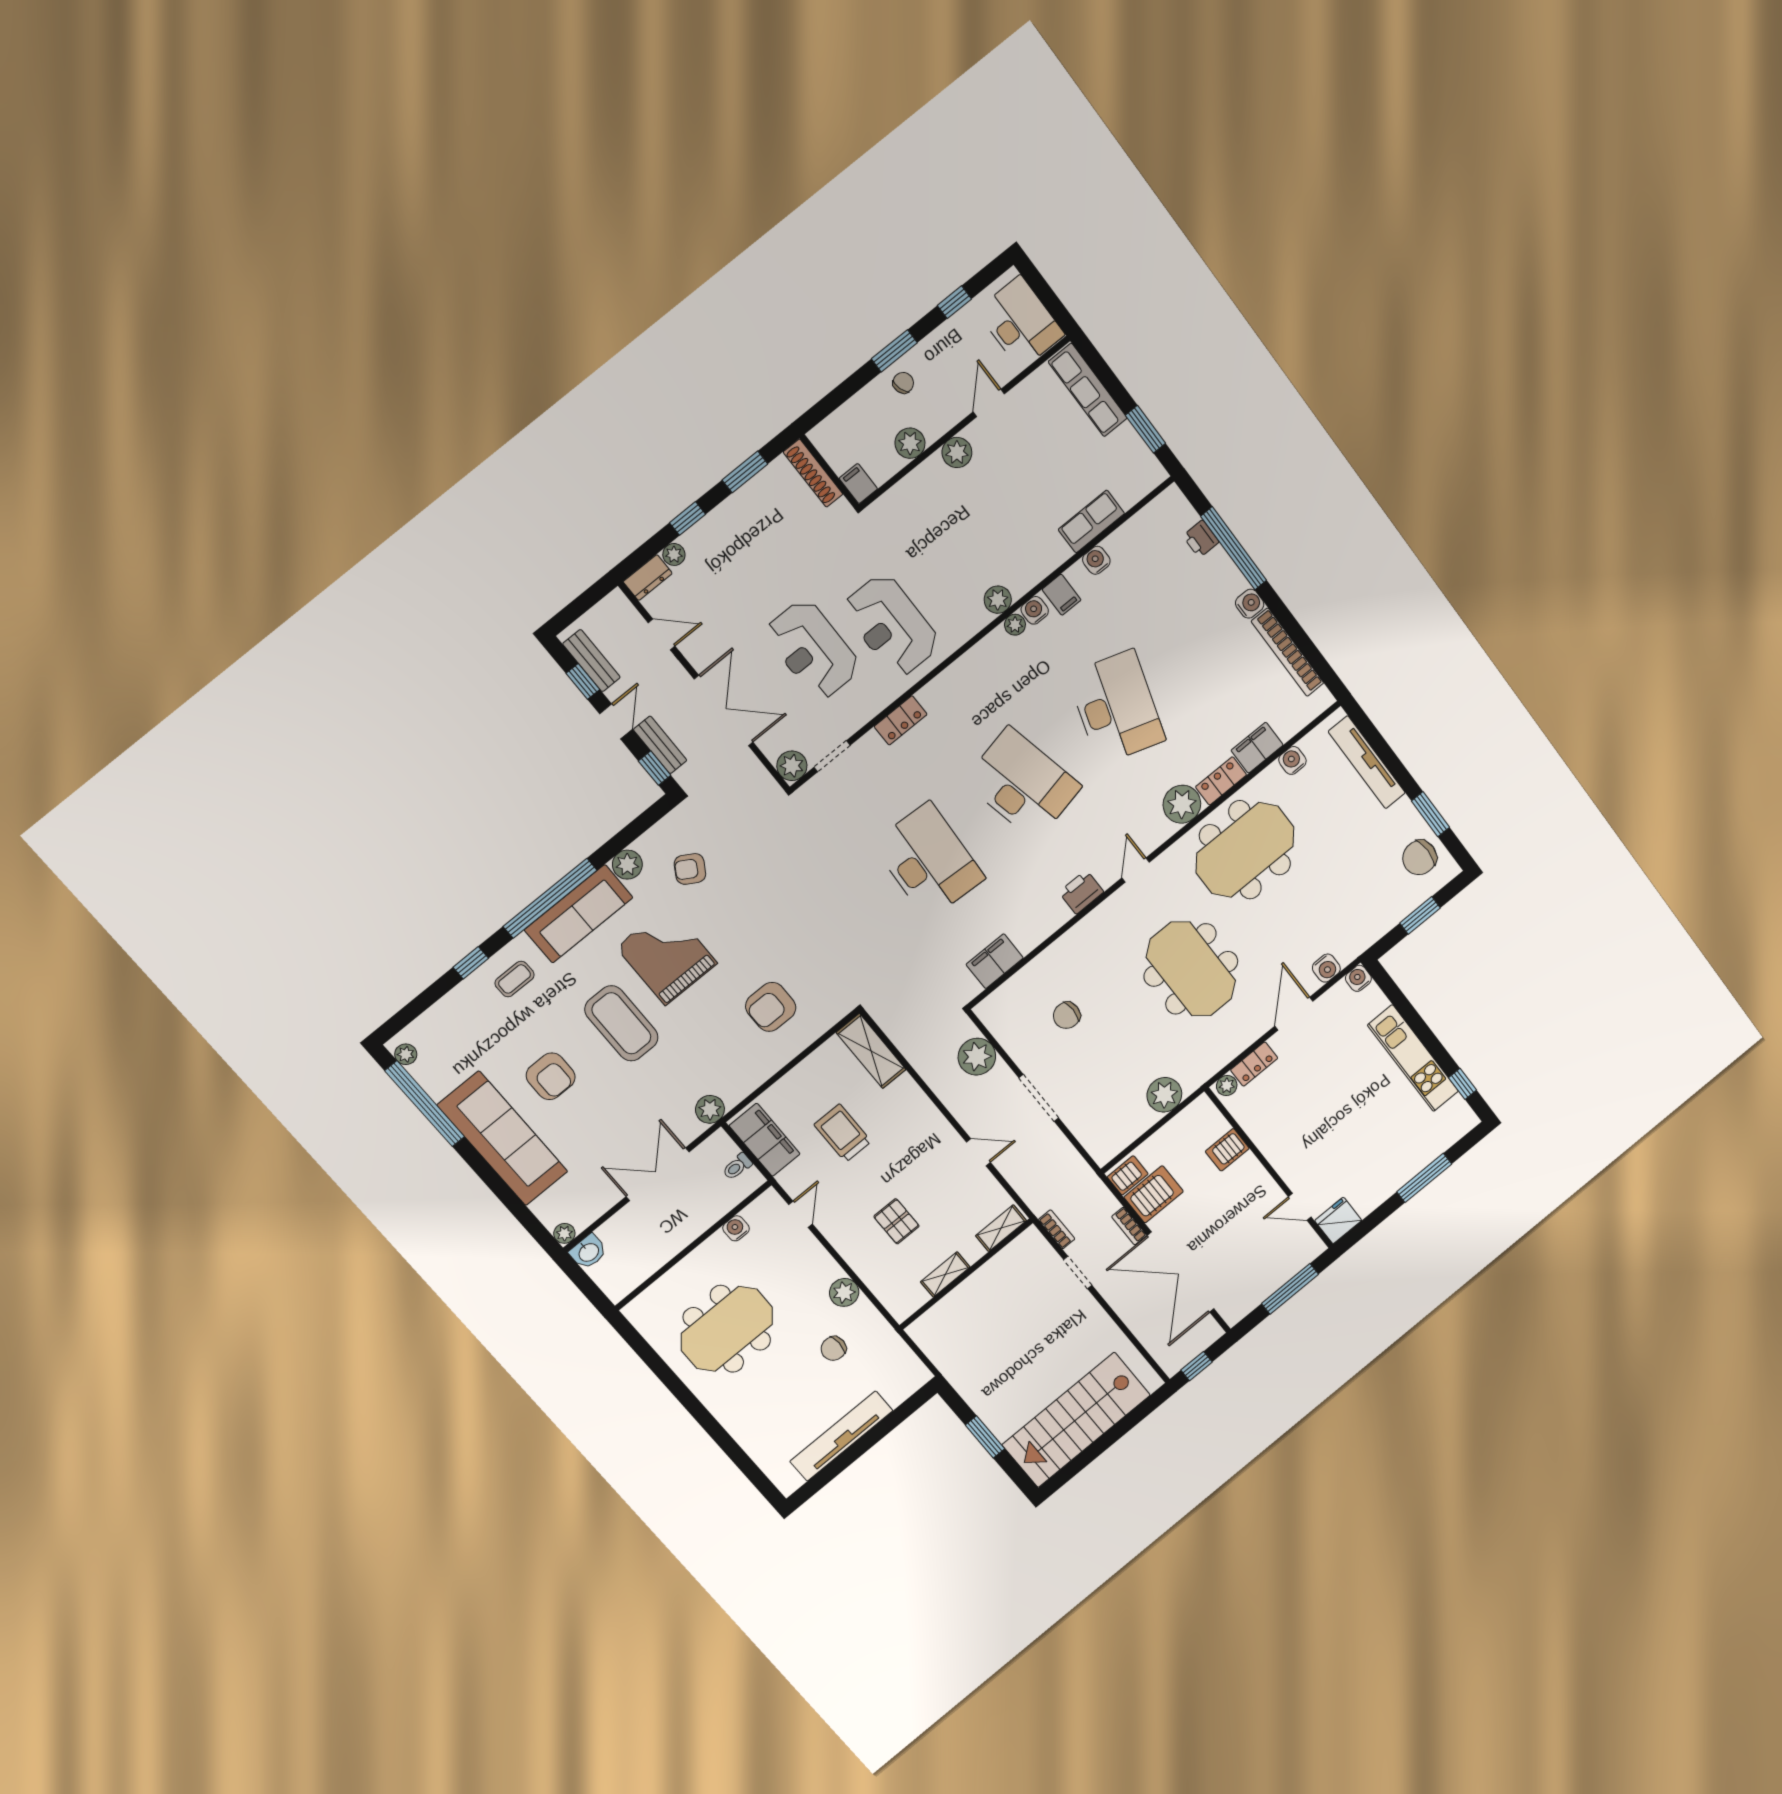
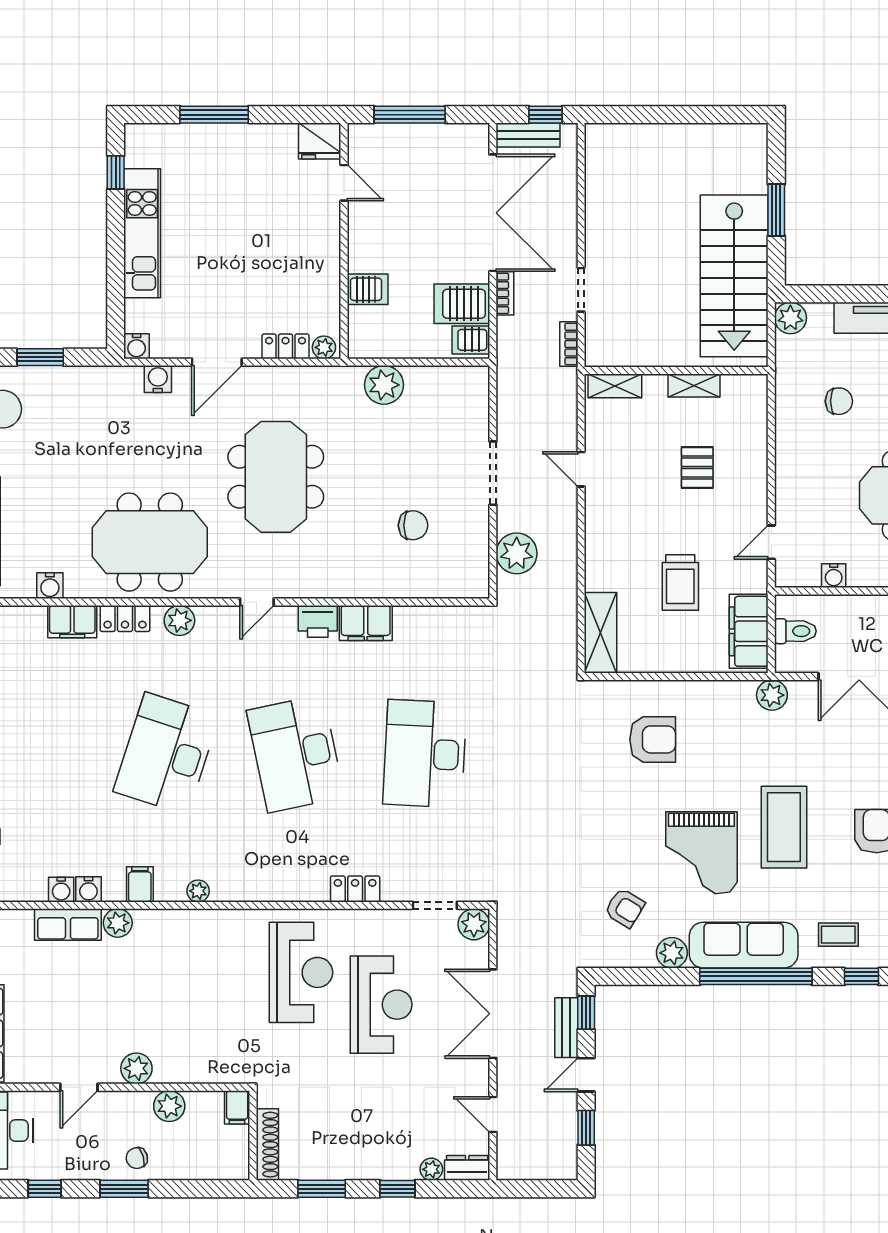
plant: (998, 600) -> (118, 923), moved
water cooler: (1035, 610) -> (61, 890), moved
bench: (591, 661) -> (528, 135), moved, turned 90
plant: (1182, 804) -> (179, 620), width x0.73, depth x0.73
filing cabinet: (995, 961) -> (366, 623), moved
toilet: (737, 1167) -> (795, 631), width x1.37, depth x1.39
plant: (844, 1292) -> (790, 318), moved
stairs: (1076, 1420) -> (734, 276), moved, turned 90

